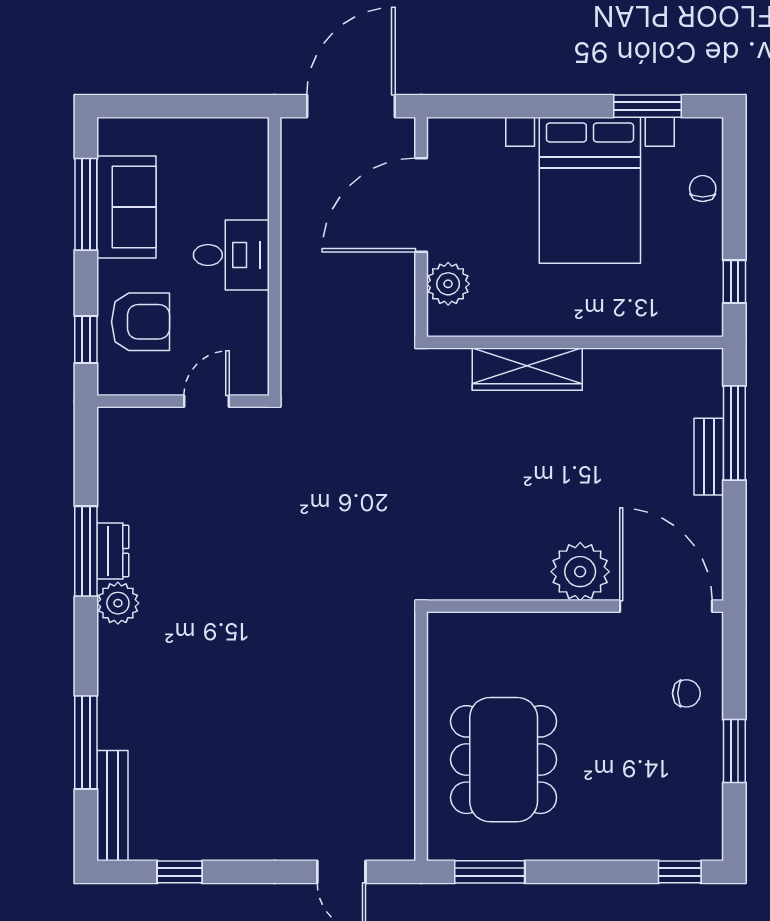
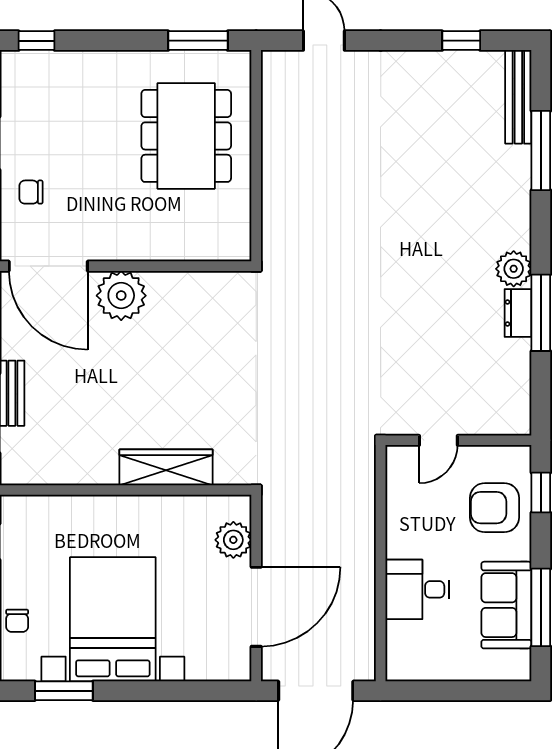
desk: (231, 255) -> (417, 589), moved

